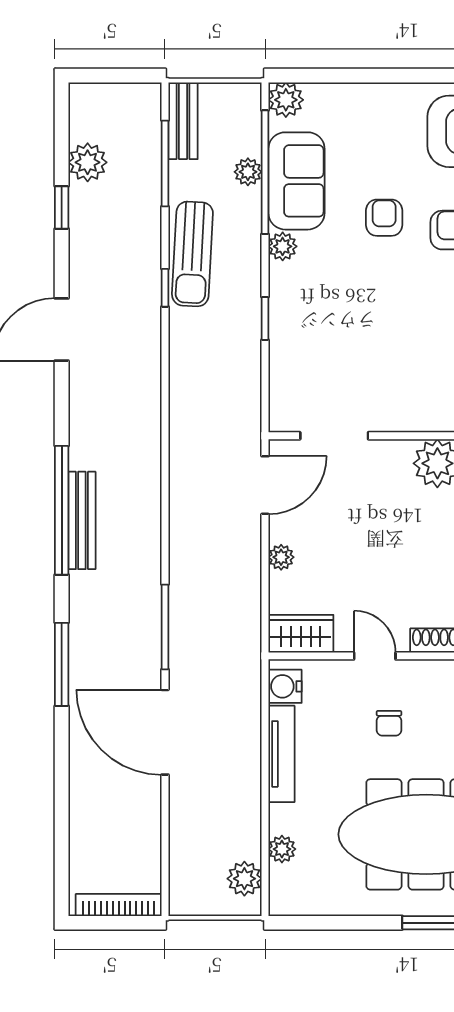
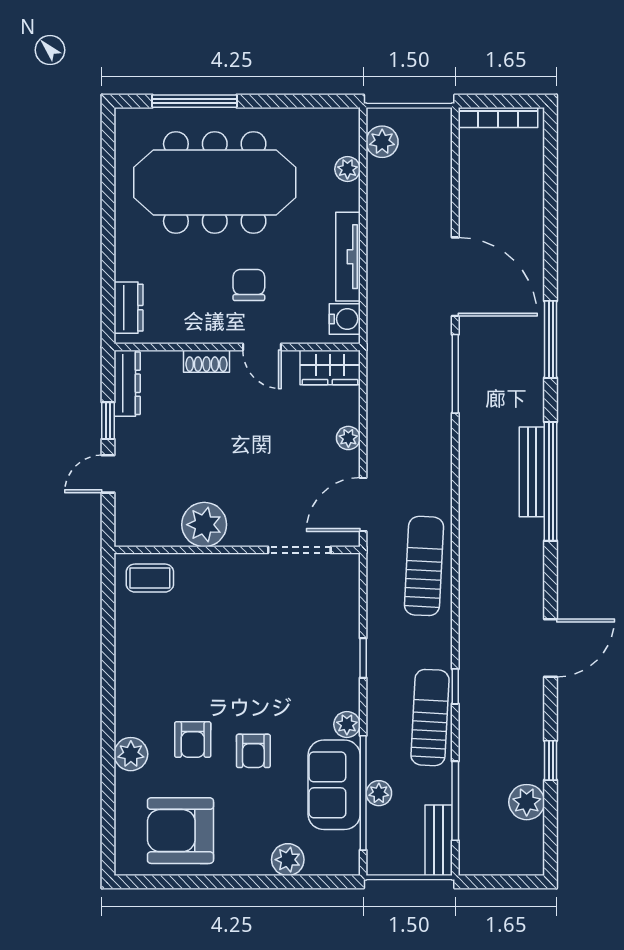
plant: (286, 100) -> (288, 860), moved
sun lounger: (199, 418) -> (424, 566), added
chair: (389, 723) -> (249, 285), width x1.37, depth x1.37

